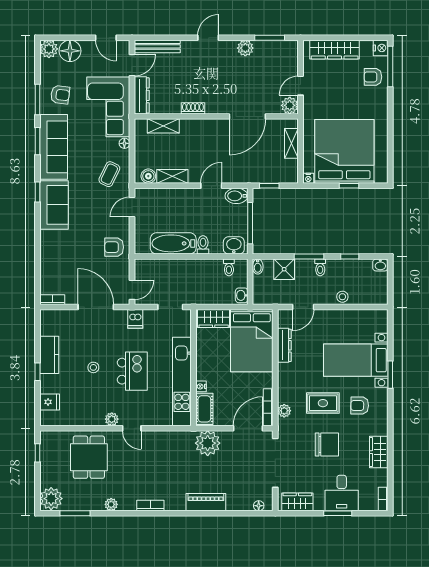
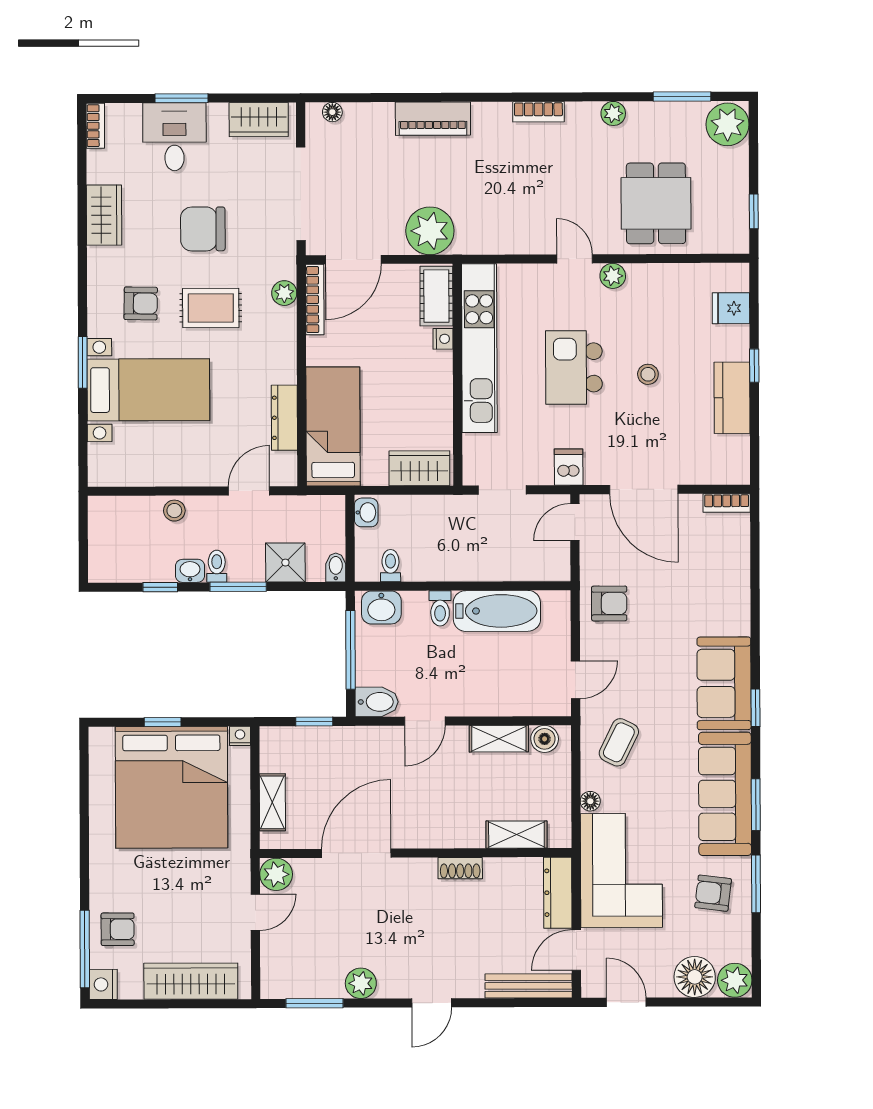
washbasin: (380, 265) -> (190, 571), moved
bed: (252, 341) -> (333, 426), width x0.67

